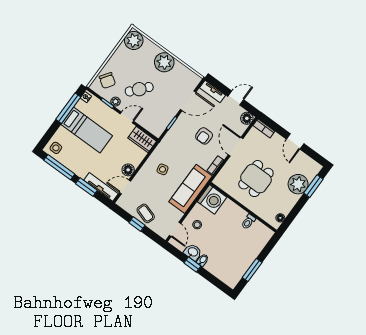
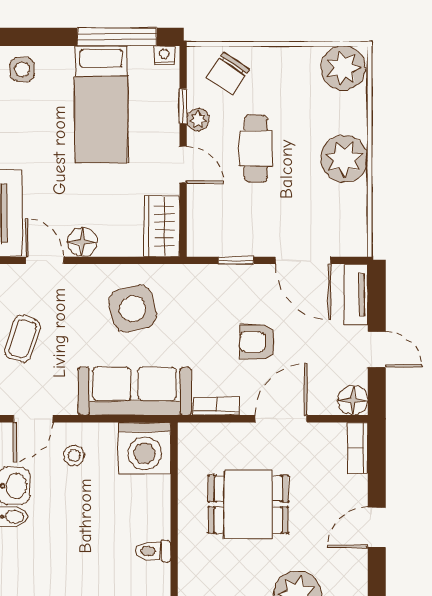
cafe table: (139, 89) -> (256, 148), turned 49
side table: (163, 169) -> (133, 309), width x1.87, depth x1.87

